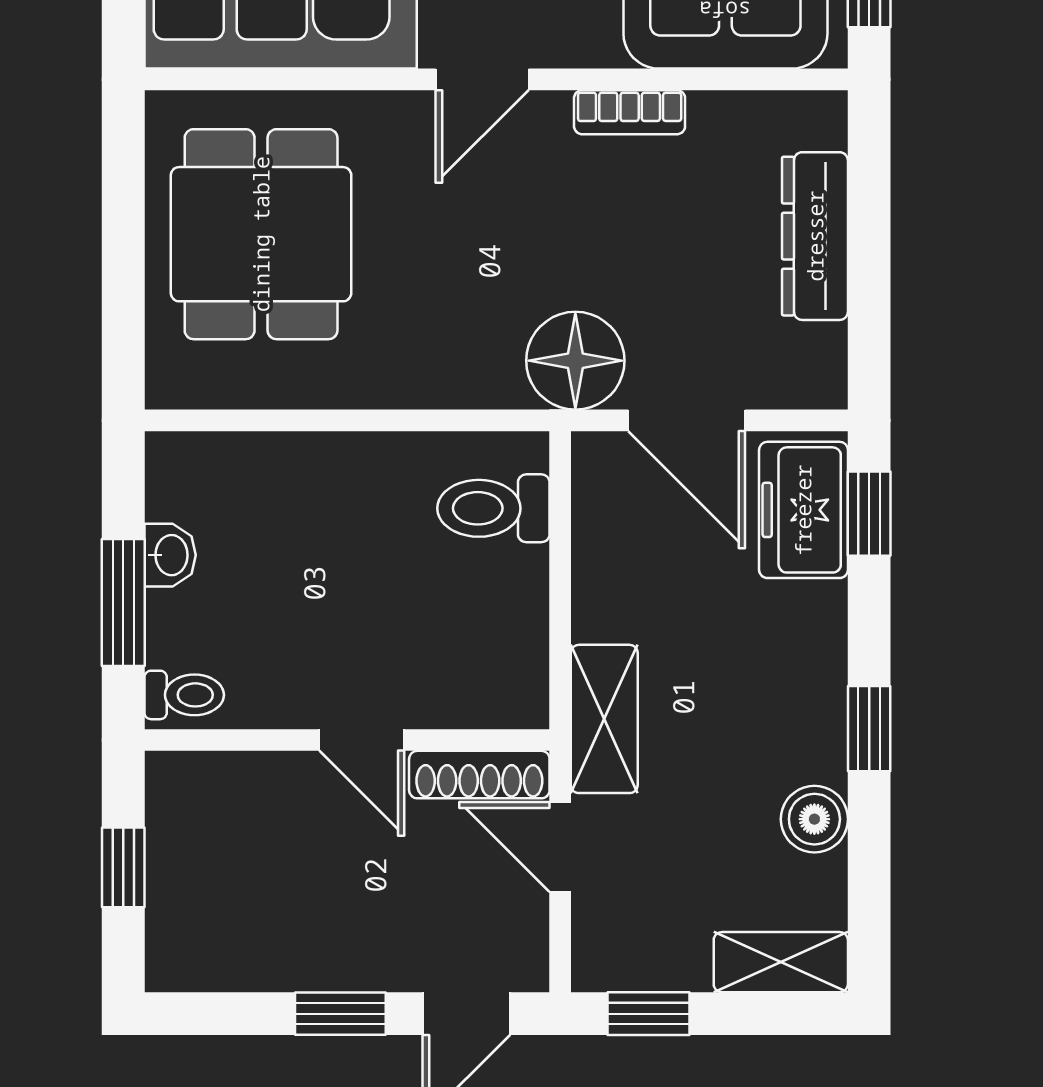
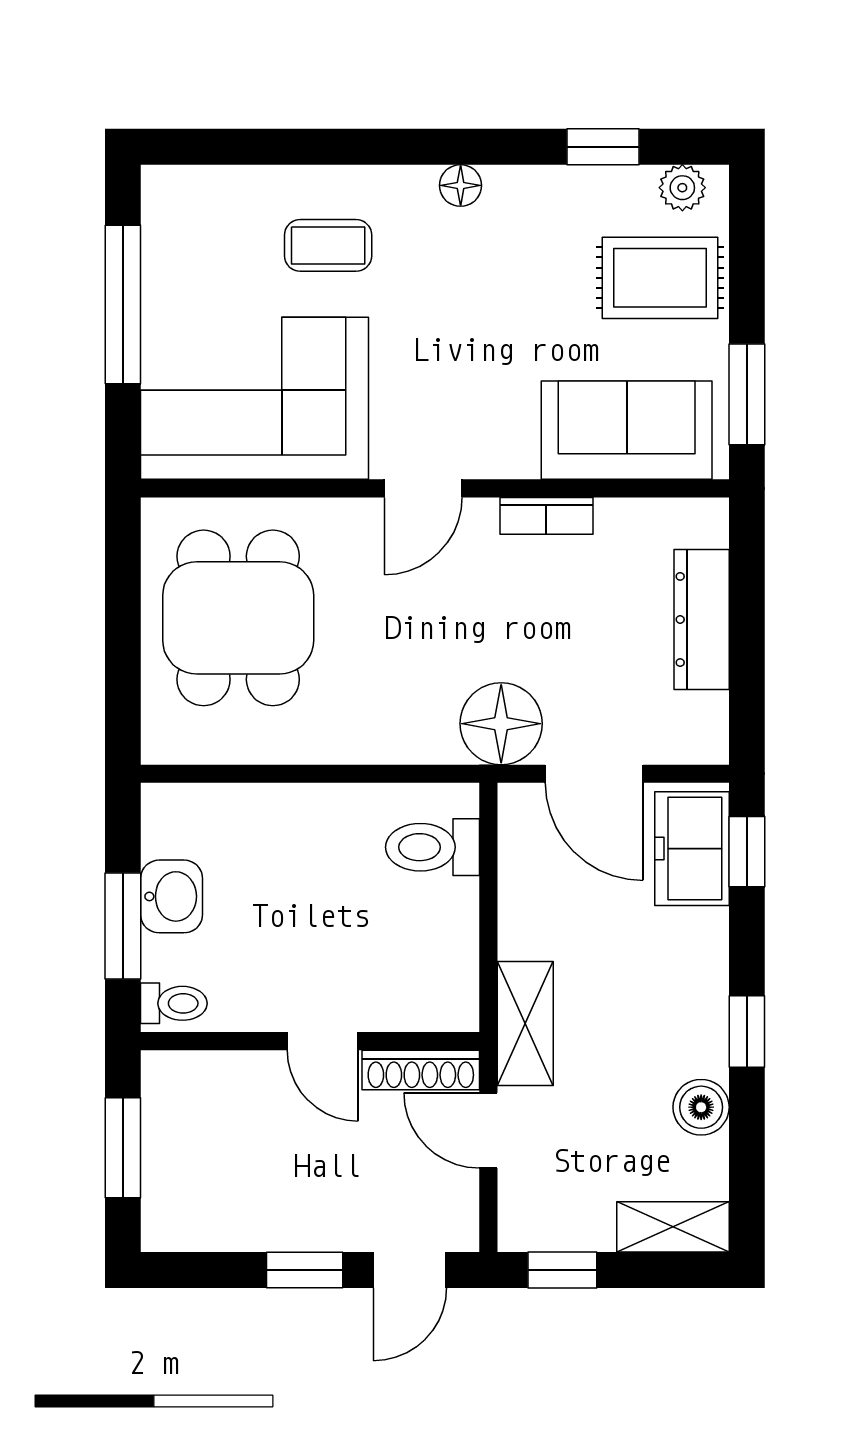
washbasin: (170, 555) -> (172, 896), width x1.38, depth x1.45
window: (123, 867) -> (123, 1148), width x1.50

